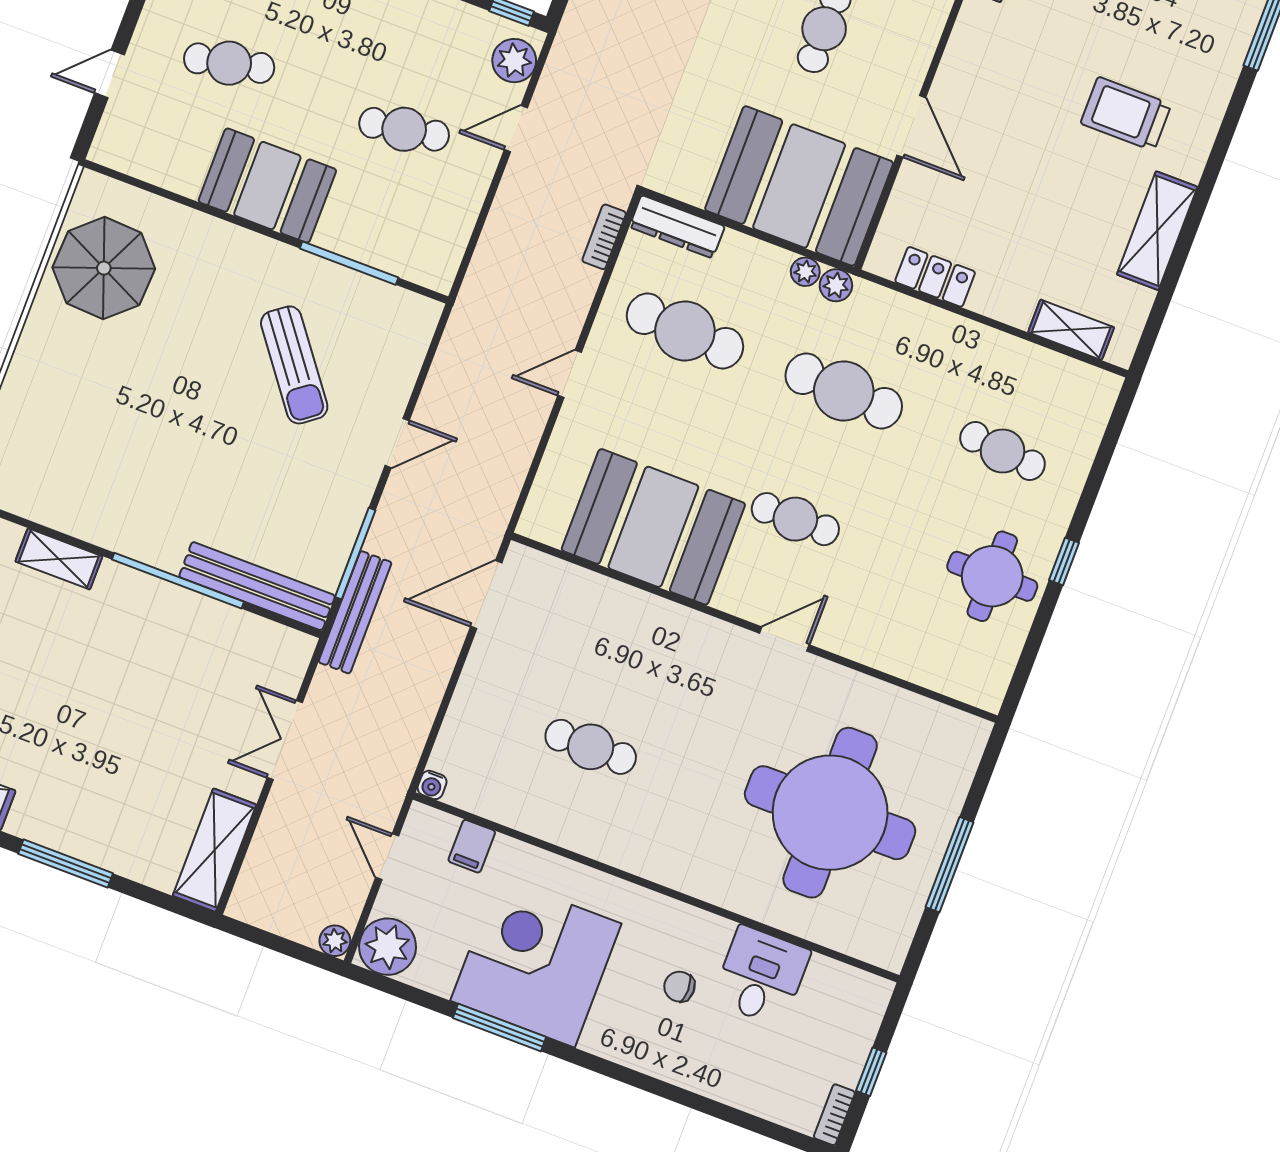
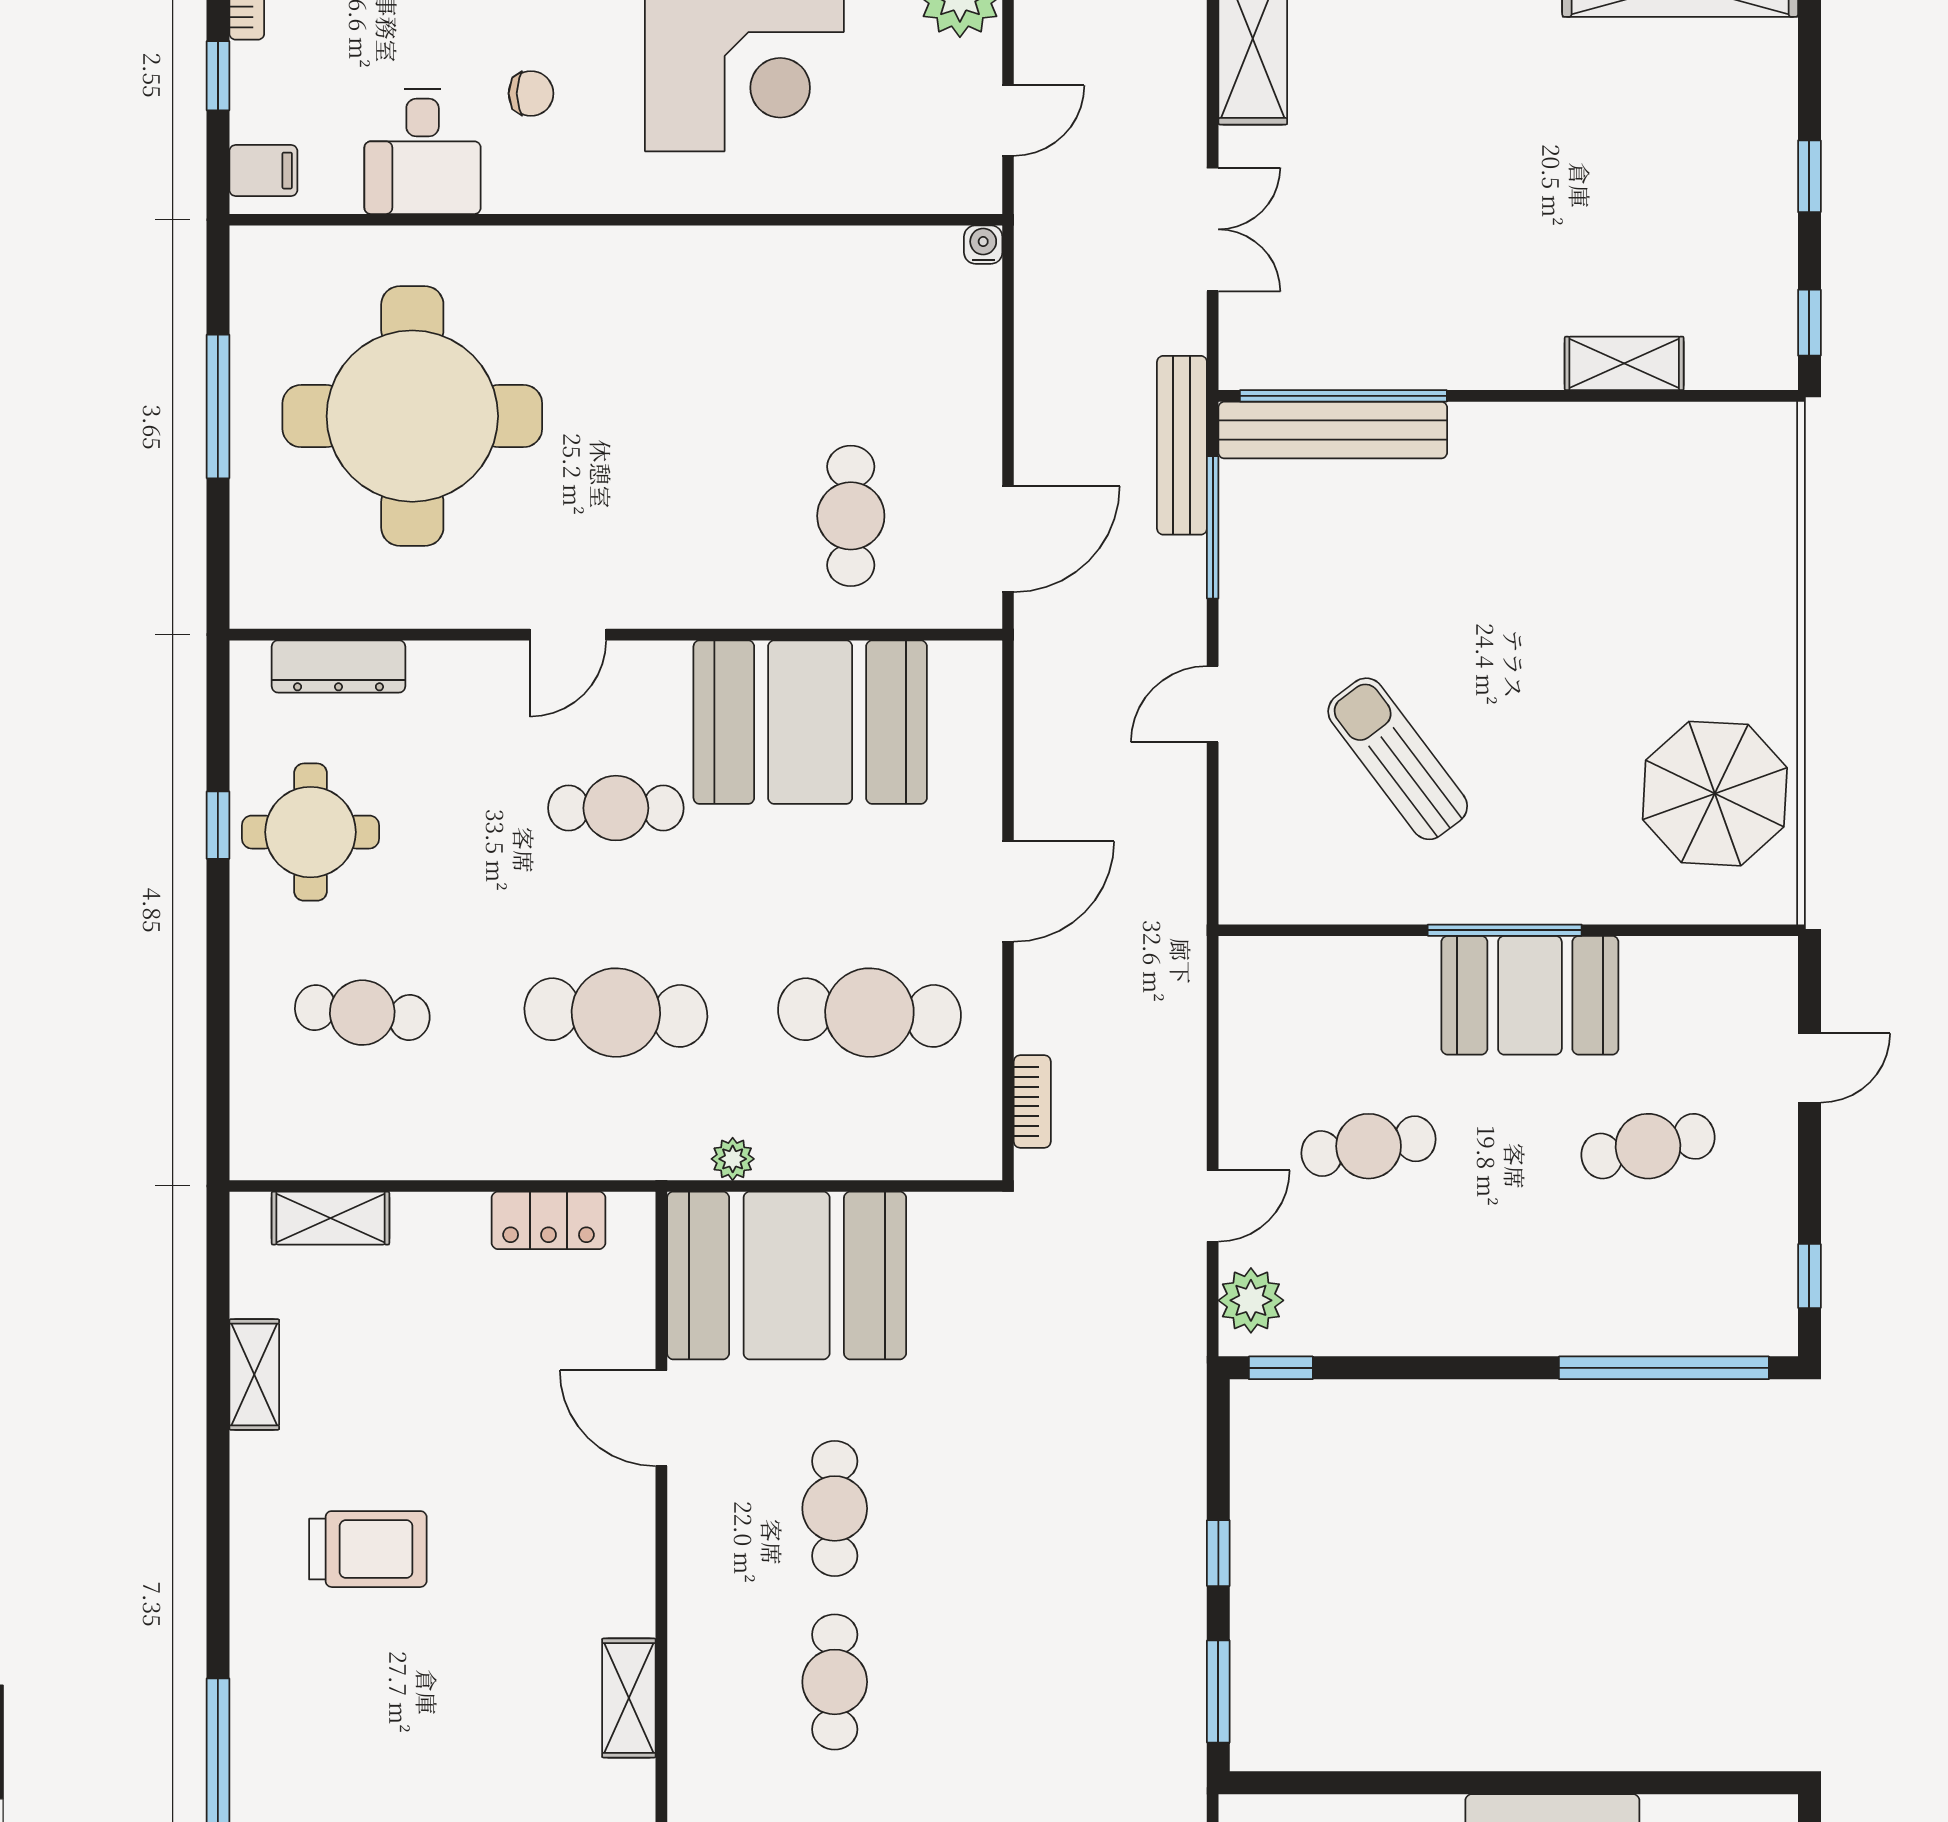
dresser: (677, 227) -> (338, 666), moved, turned 180
shelving: (1157, 231) -> (254, 1374), width x0.67, depth x0.75
window: (349, 263) -> (1505, 930), moved
plant: (836, 285) -> (683, 1156), removed
door: (570, 374) -> (1008, 892), width x1.38
window: (1064, 561) -> (218, 825), moved
window: (178, 581) -> (1343, 396), moved
cafe table: (591, 747) -> (851, 516), moved, turned 90
filing cabinet: (472, 846) -> (263, 171), moved, turned 90
door: (387, 857) -> (1008, 121), hinge flipped

